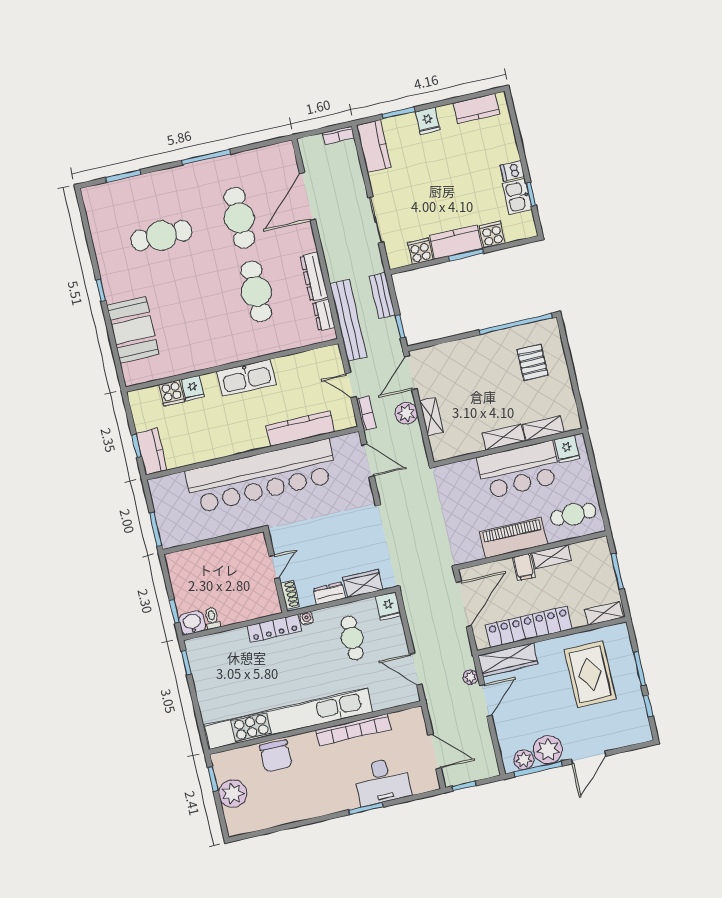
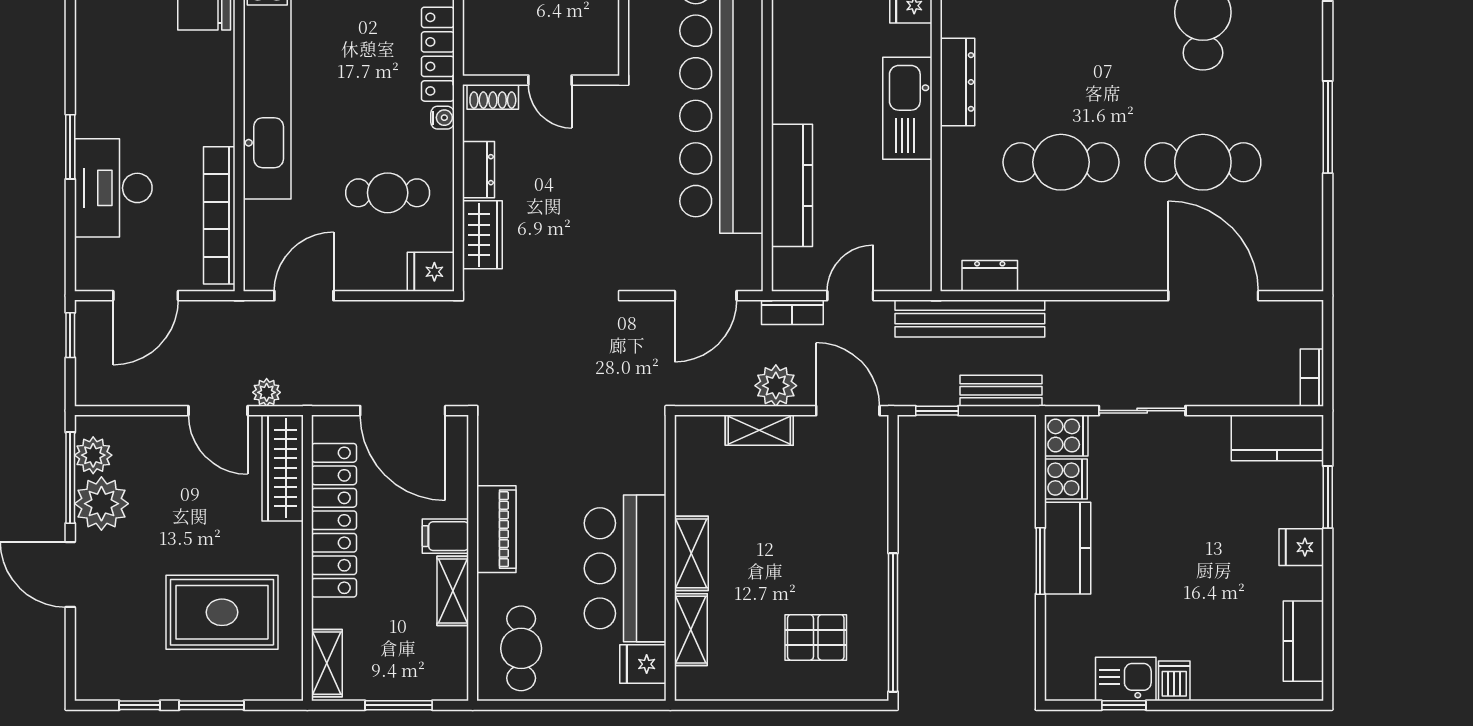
cooker: (492, 235) -> (1066, 435), moved
dresser: (314, 277) -> (958, 82), moved, turned 90
piano: (513, 538) -> (496, 529), width x0.73, depth x0.75
bookcase: (353, 730) -> (219, 215), moved

